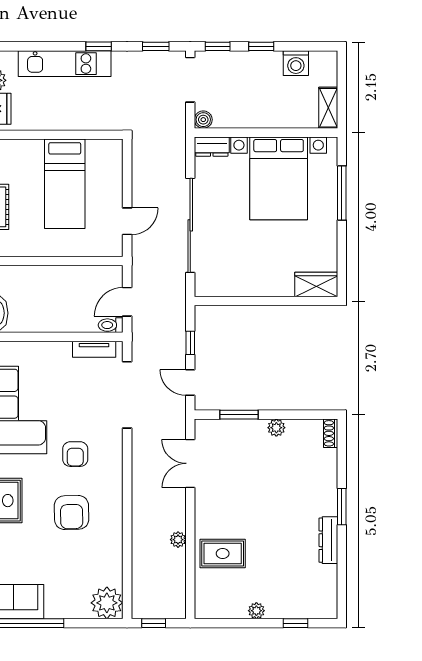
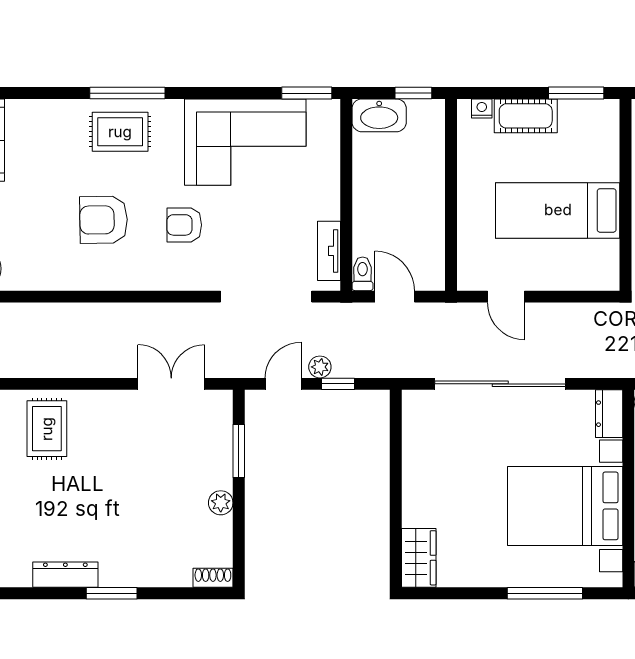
plant: (178, 540) -> (320, 367), moved

